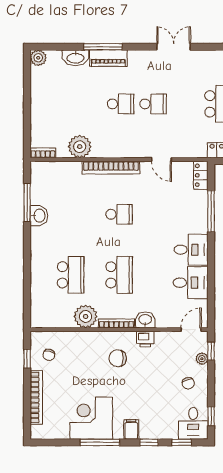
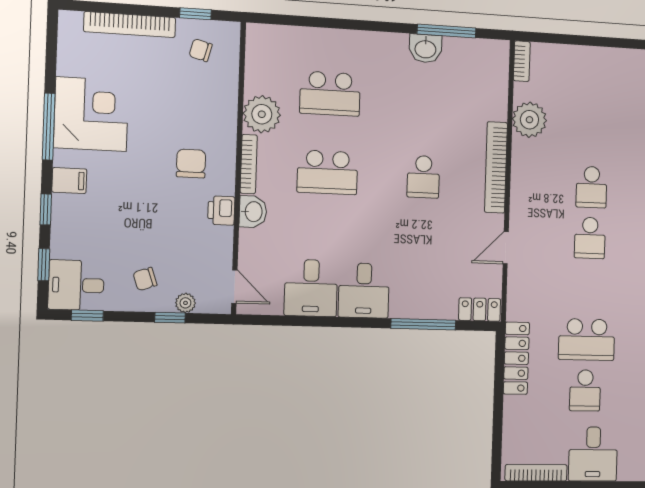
window: (211, 351) -> (170, 318), moved

